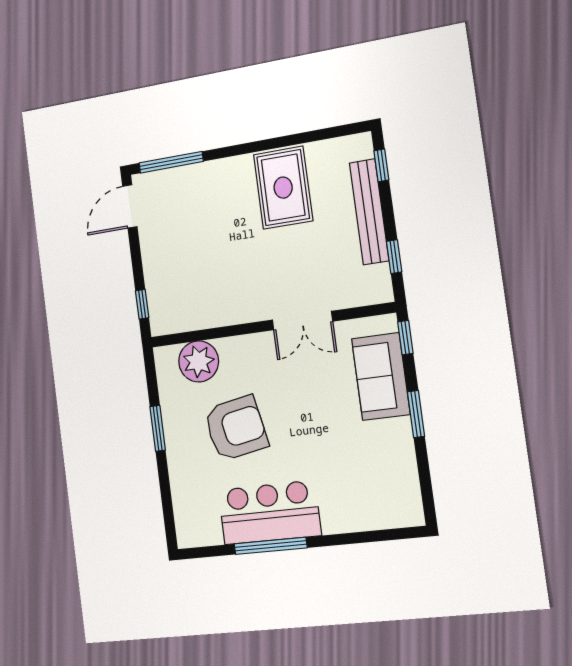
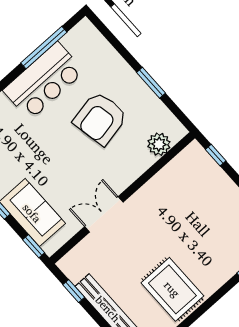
plant: (199, 361) -> (159, 144), width x0.73, depth x0.73
window: (271, 546) -> (44, 47), moved

